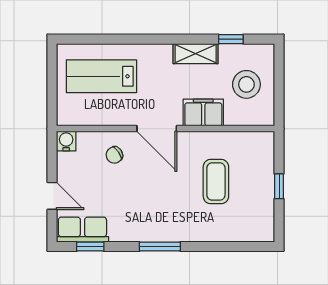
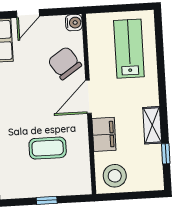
stool: (246, 84) -> (115, 176), moved
chair: (114, 155) -> (65, 63), width x1.87, depth x1.87

